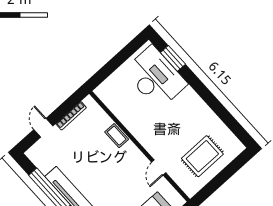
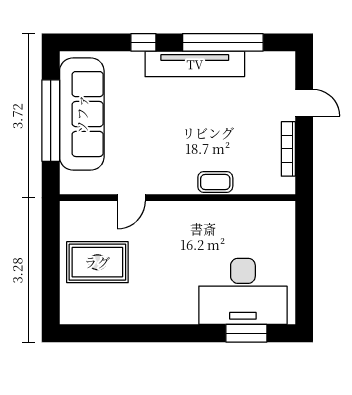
rug: (202, 156) -> (97, 262), turned 90
door: (159, 168) -> (131, 198), swing flipped

